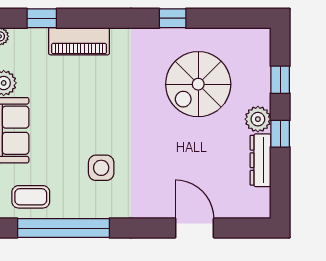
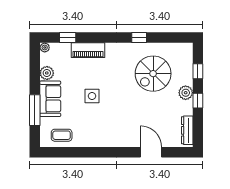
dresser: (261, 160) -> (187, 130), moved
side table: (101, 168) -> (92, 96), moved
window: (63, 228) -> (79, 152), removed

